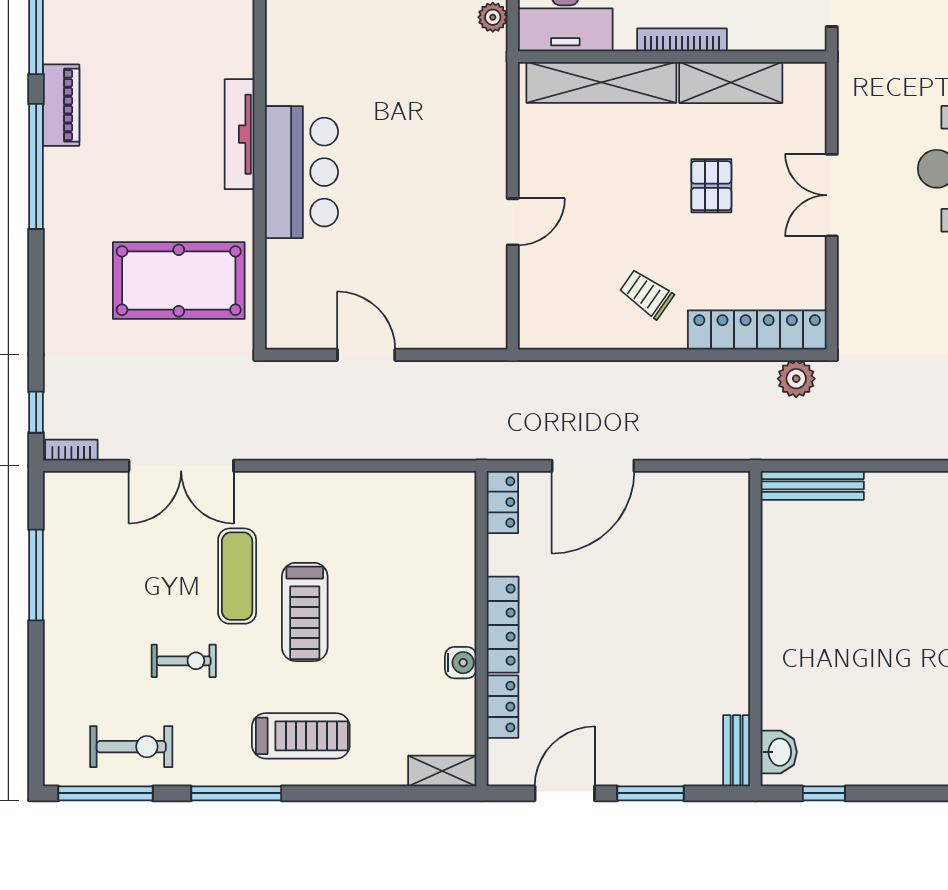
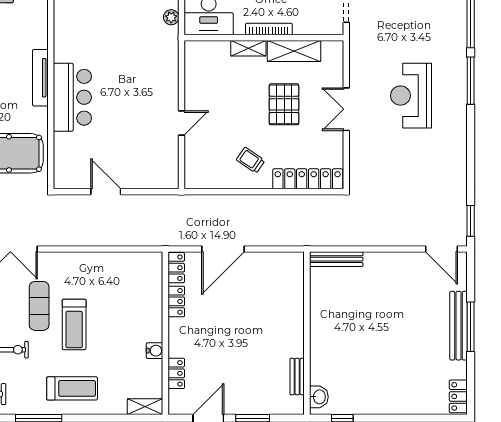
shelving: (601, 82) -> (248, 48), width x0.45, depth x0.75
pallet: (711, 186) -> (284, 104), width x1.50, depth x1.42
plant: (796, 379) -> (328, 204), removed
locker: (503, 625) -> (176, 301), moved, width x0.66
bench: (737, 751) -> (297, 377), moved

